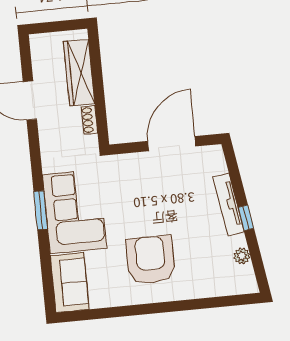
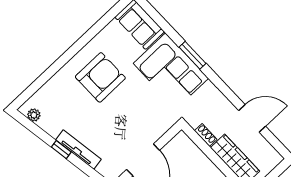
plant: (242, 256) -> (34, 115), moved
armchair: (151, 260) -> (100, 77), turned -90

